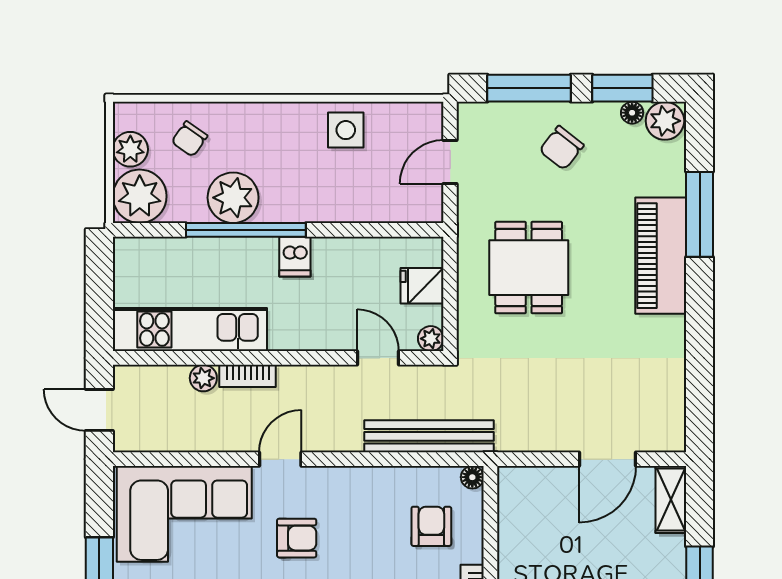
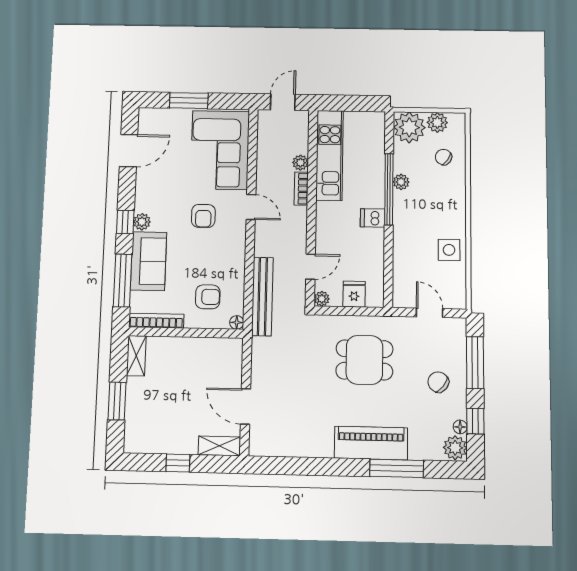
window: (622, 88) -> (475, 421), width x0.67
plant: (233, 198) -> (401, 182), width x0.53, depth x0.53

